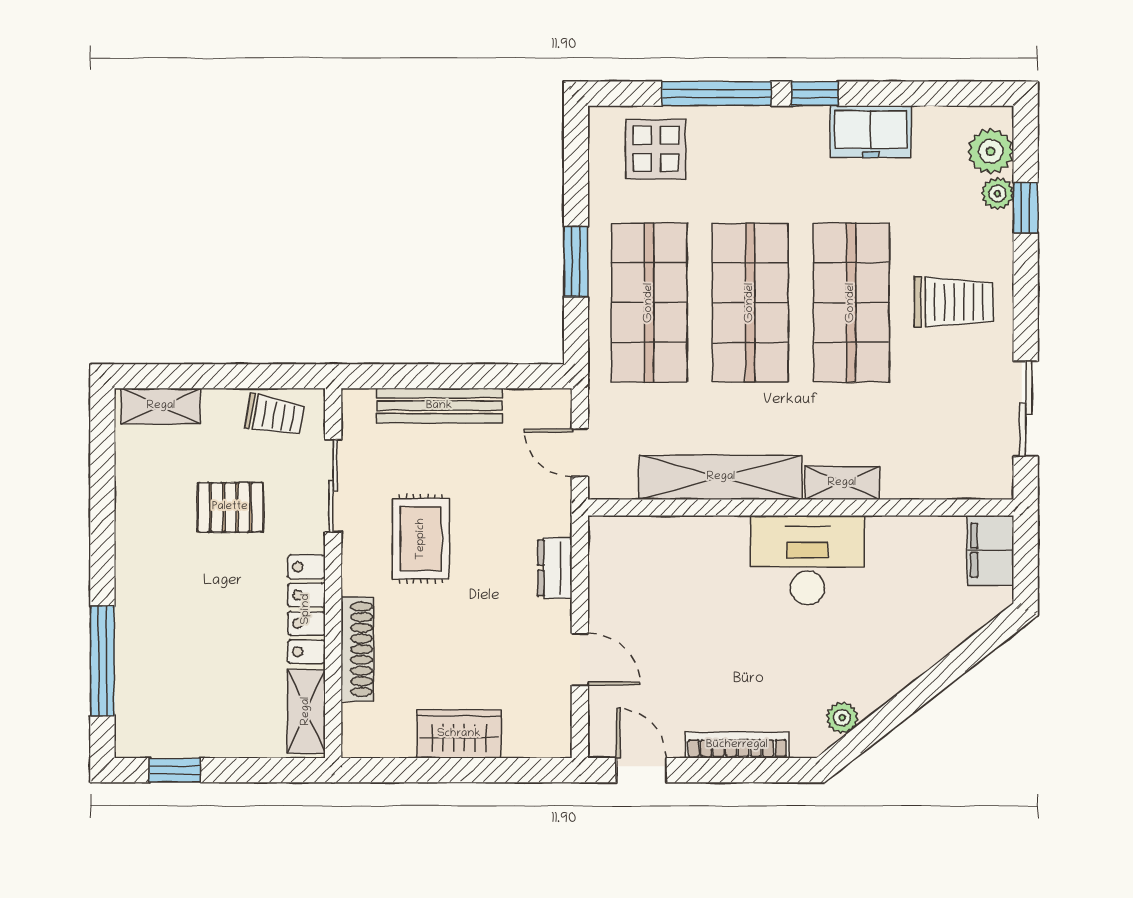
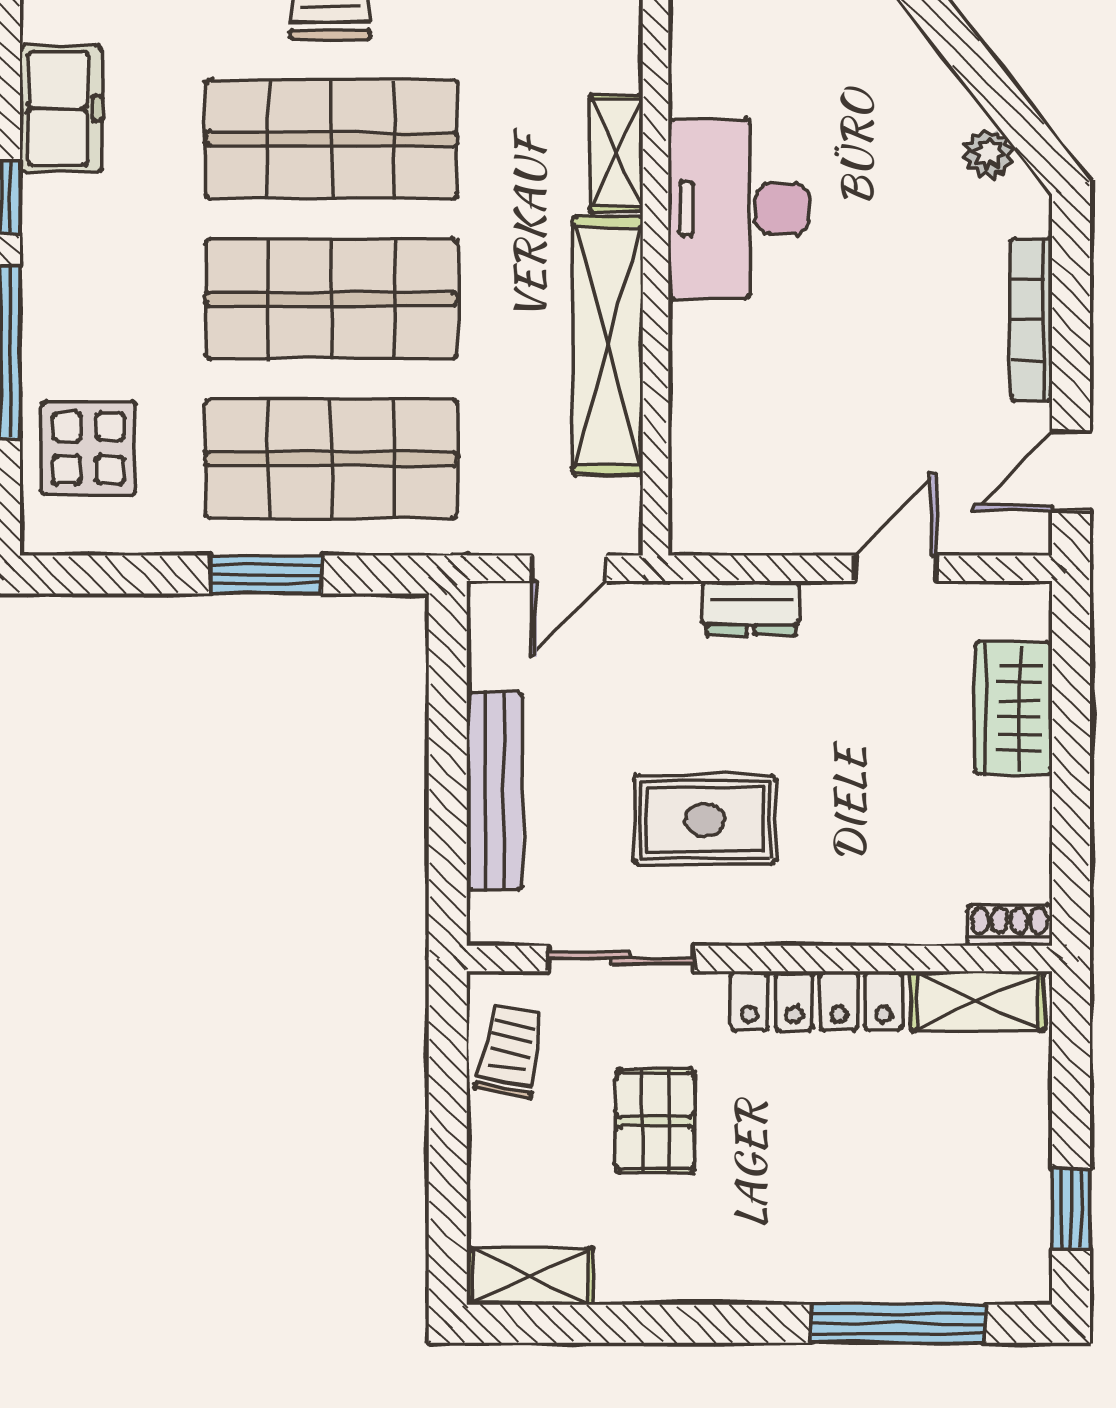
shelving: (161, 406) -> (530, 1276), moved, turned 90
shoe rack: (357, 649) -> (1010, 925), moved, width x0.51, depth x0.81
wardrobe: (459, 734) -> (1014, 708), moved

